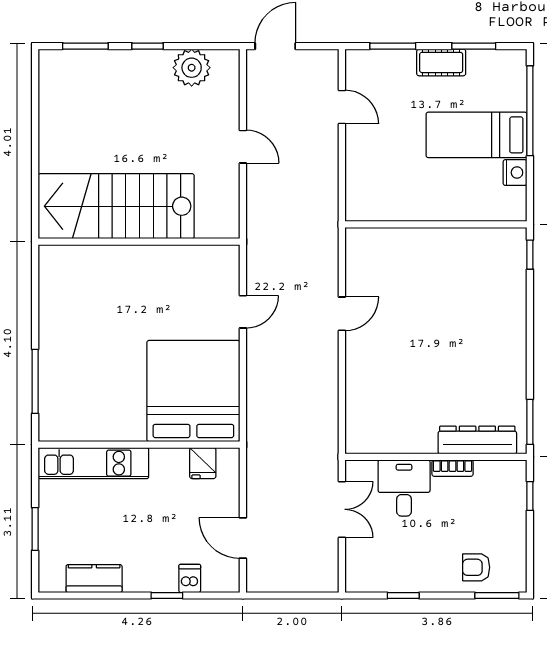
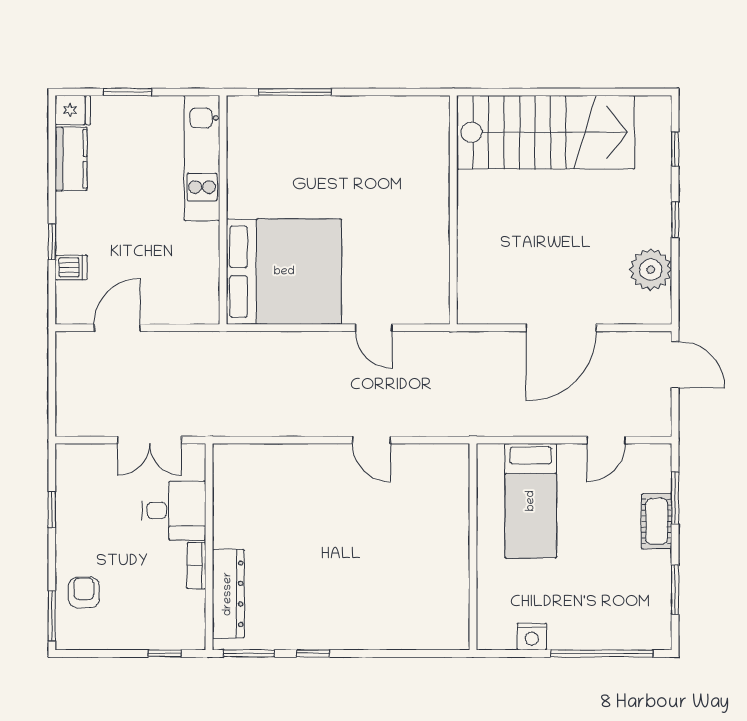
window: (85, 46) -> (675, 149), width x0.67
cot: (441, 62) -> (657, 521), moved
bed: (476, 135) -> (531, 501), moved, turned 180
door: (243, 147) -> (561, 328), width x1.88
stairs: (116, 206) -> (546, 132), moved, turned 90
window: (530, 255) -> (313, 653), moved
fridge: (203, 463) -> (73, 110), moved, turned 180

